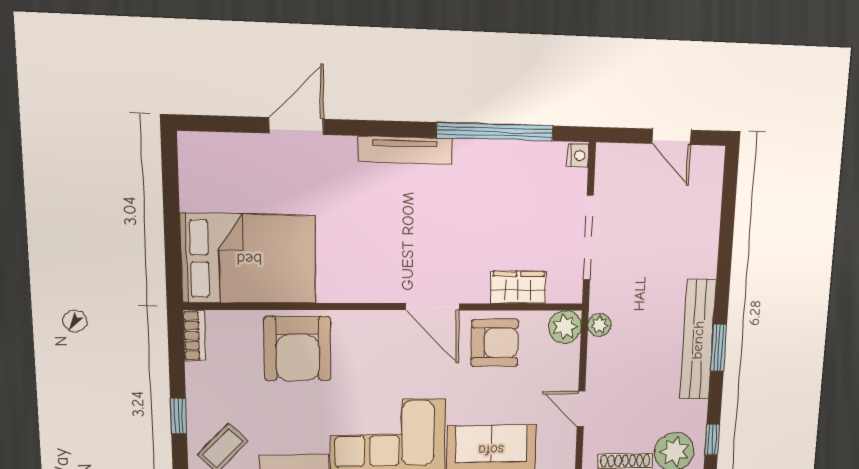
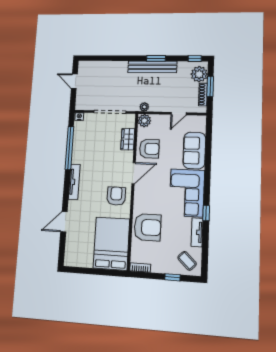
door: (296, 126) -> (64, 222), hinge flipped
door: (672, 137) -> (74, 81), swing flipped
armchair: (372, 265) -> (116, 196), added
armchair: (495, 343) -> (149, 149), turned 90

